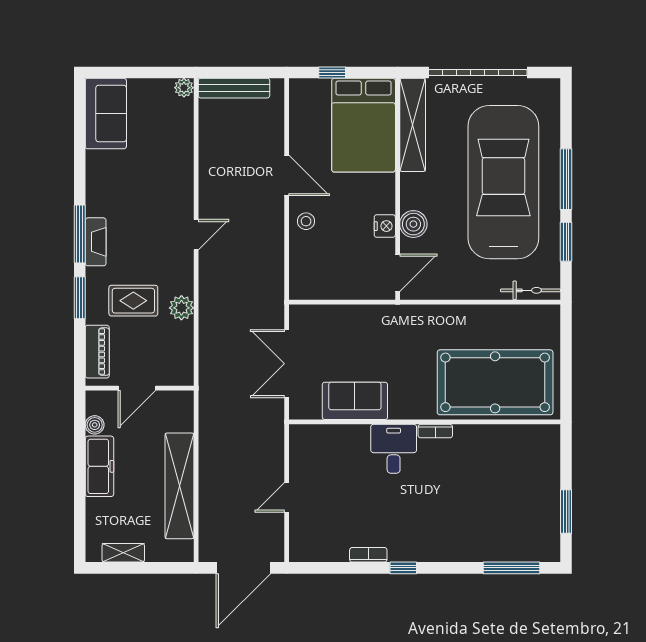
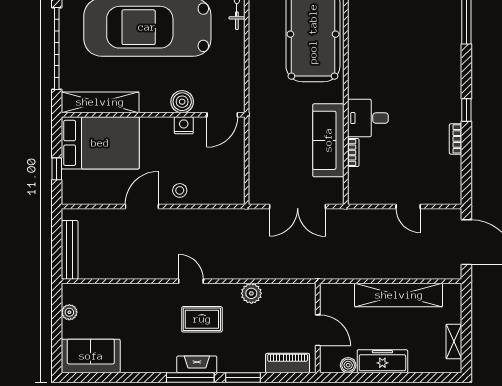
plant: (184, 88) -> (69, 312), moved
door: (398, 273) -> (222, 115), swing flipped
rug: (133, 301) -> (202, 319), moved, turned 90
sofa: (355, 401) -> (328, 140), width x1.36
bookcase: (435, 431) -> (353, 152), moved

